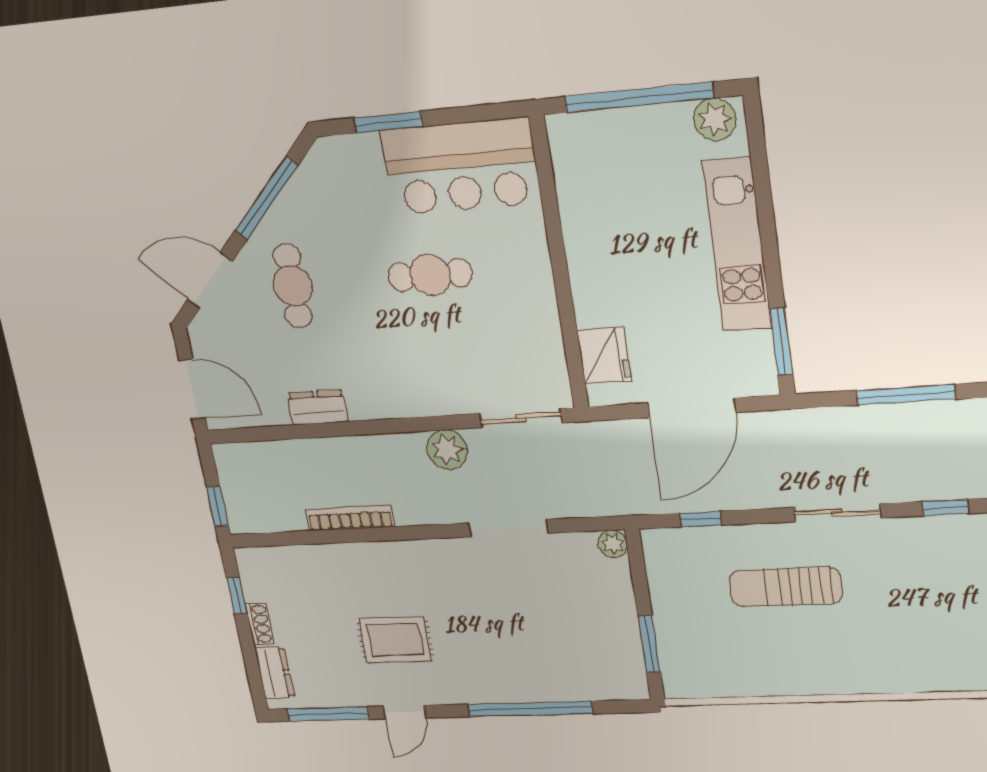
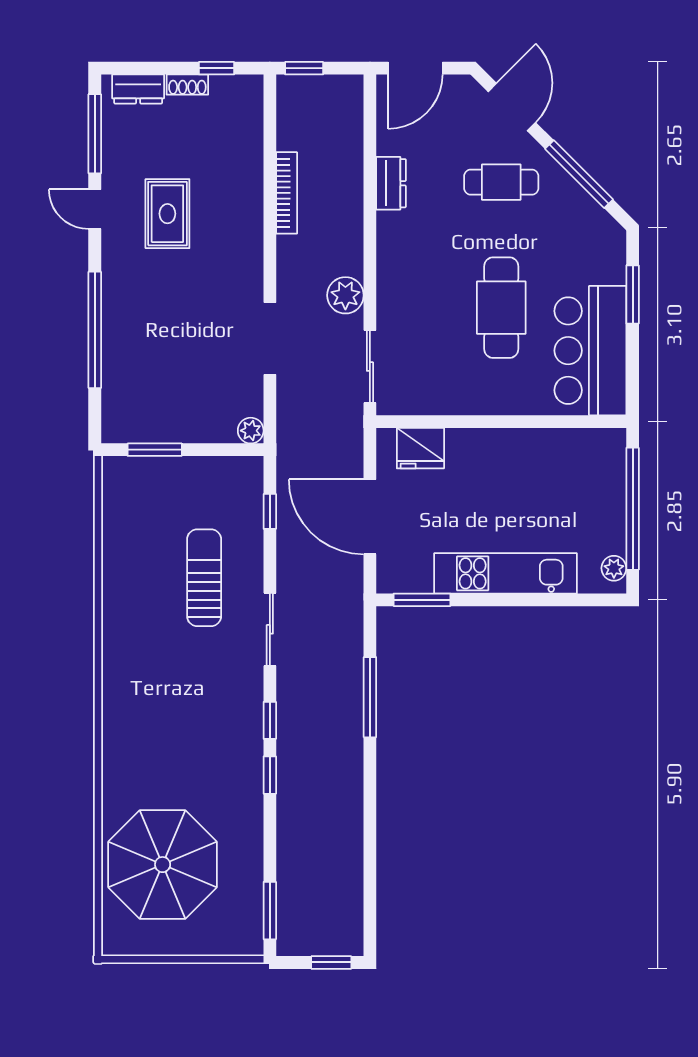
plant: (715, 119) -> (614, 568), width x0.73, depth x0.73
cafe table: (430, 275) -> (501, 308), width x1.37, depth x1.35

